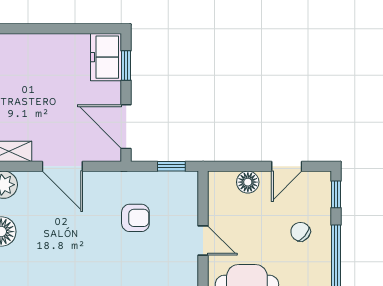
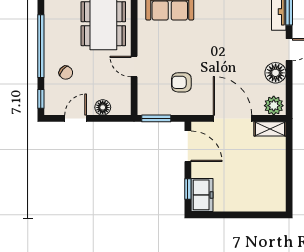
door: (62, 166) -> (233, 118), width x1.36
window: (171, 166) -> (156, 118), width x1.50

